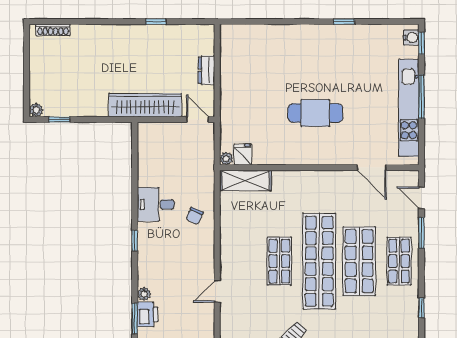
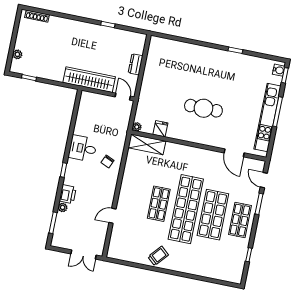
plant: (36, 110) -> (17, 54), moved
fridge: (243, 154) -> (160, 129), moved
printer: (147, 314) -> (68, 194), moved

